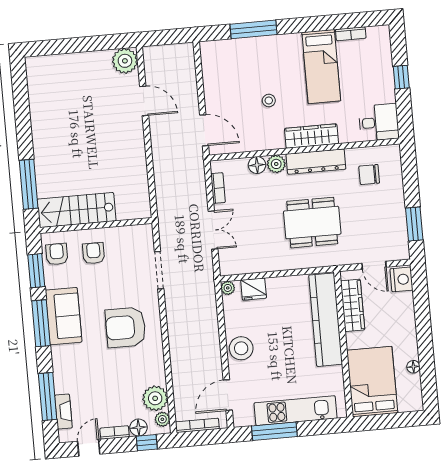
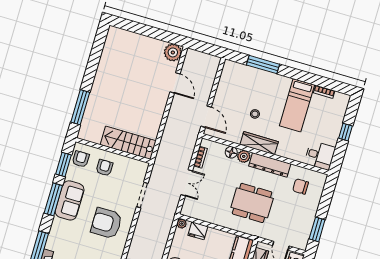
wardrobe: (311, 136) -> (259, 143), moved
stairs: (77, 210) -> (128, 143), moved

